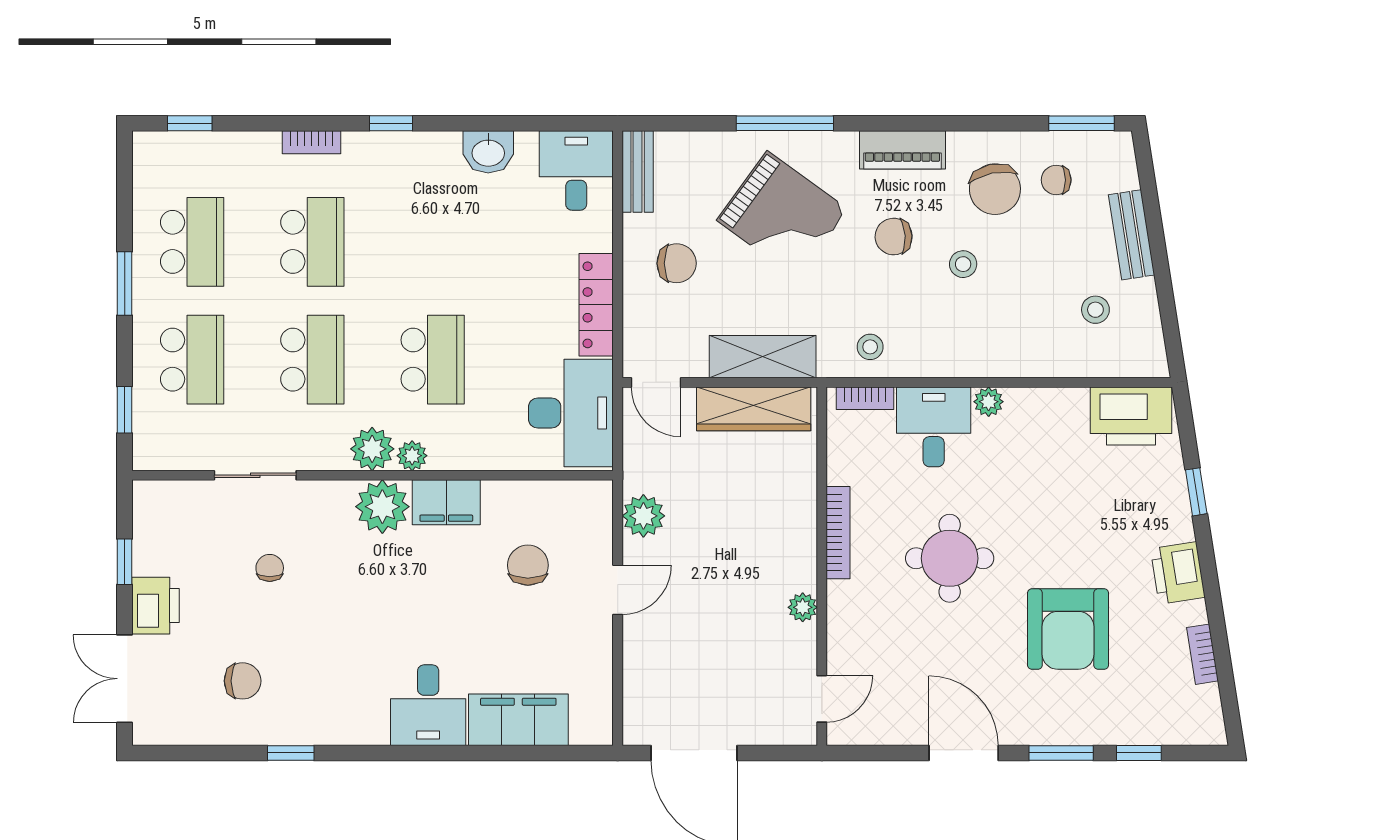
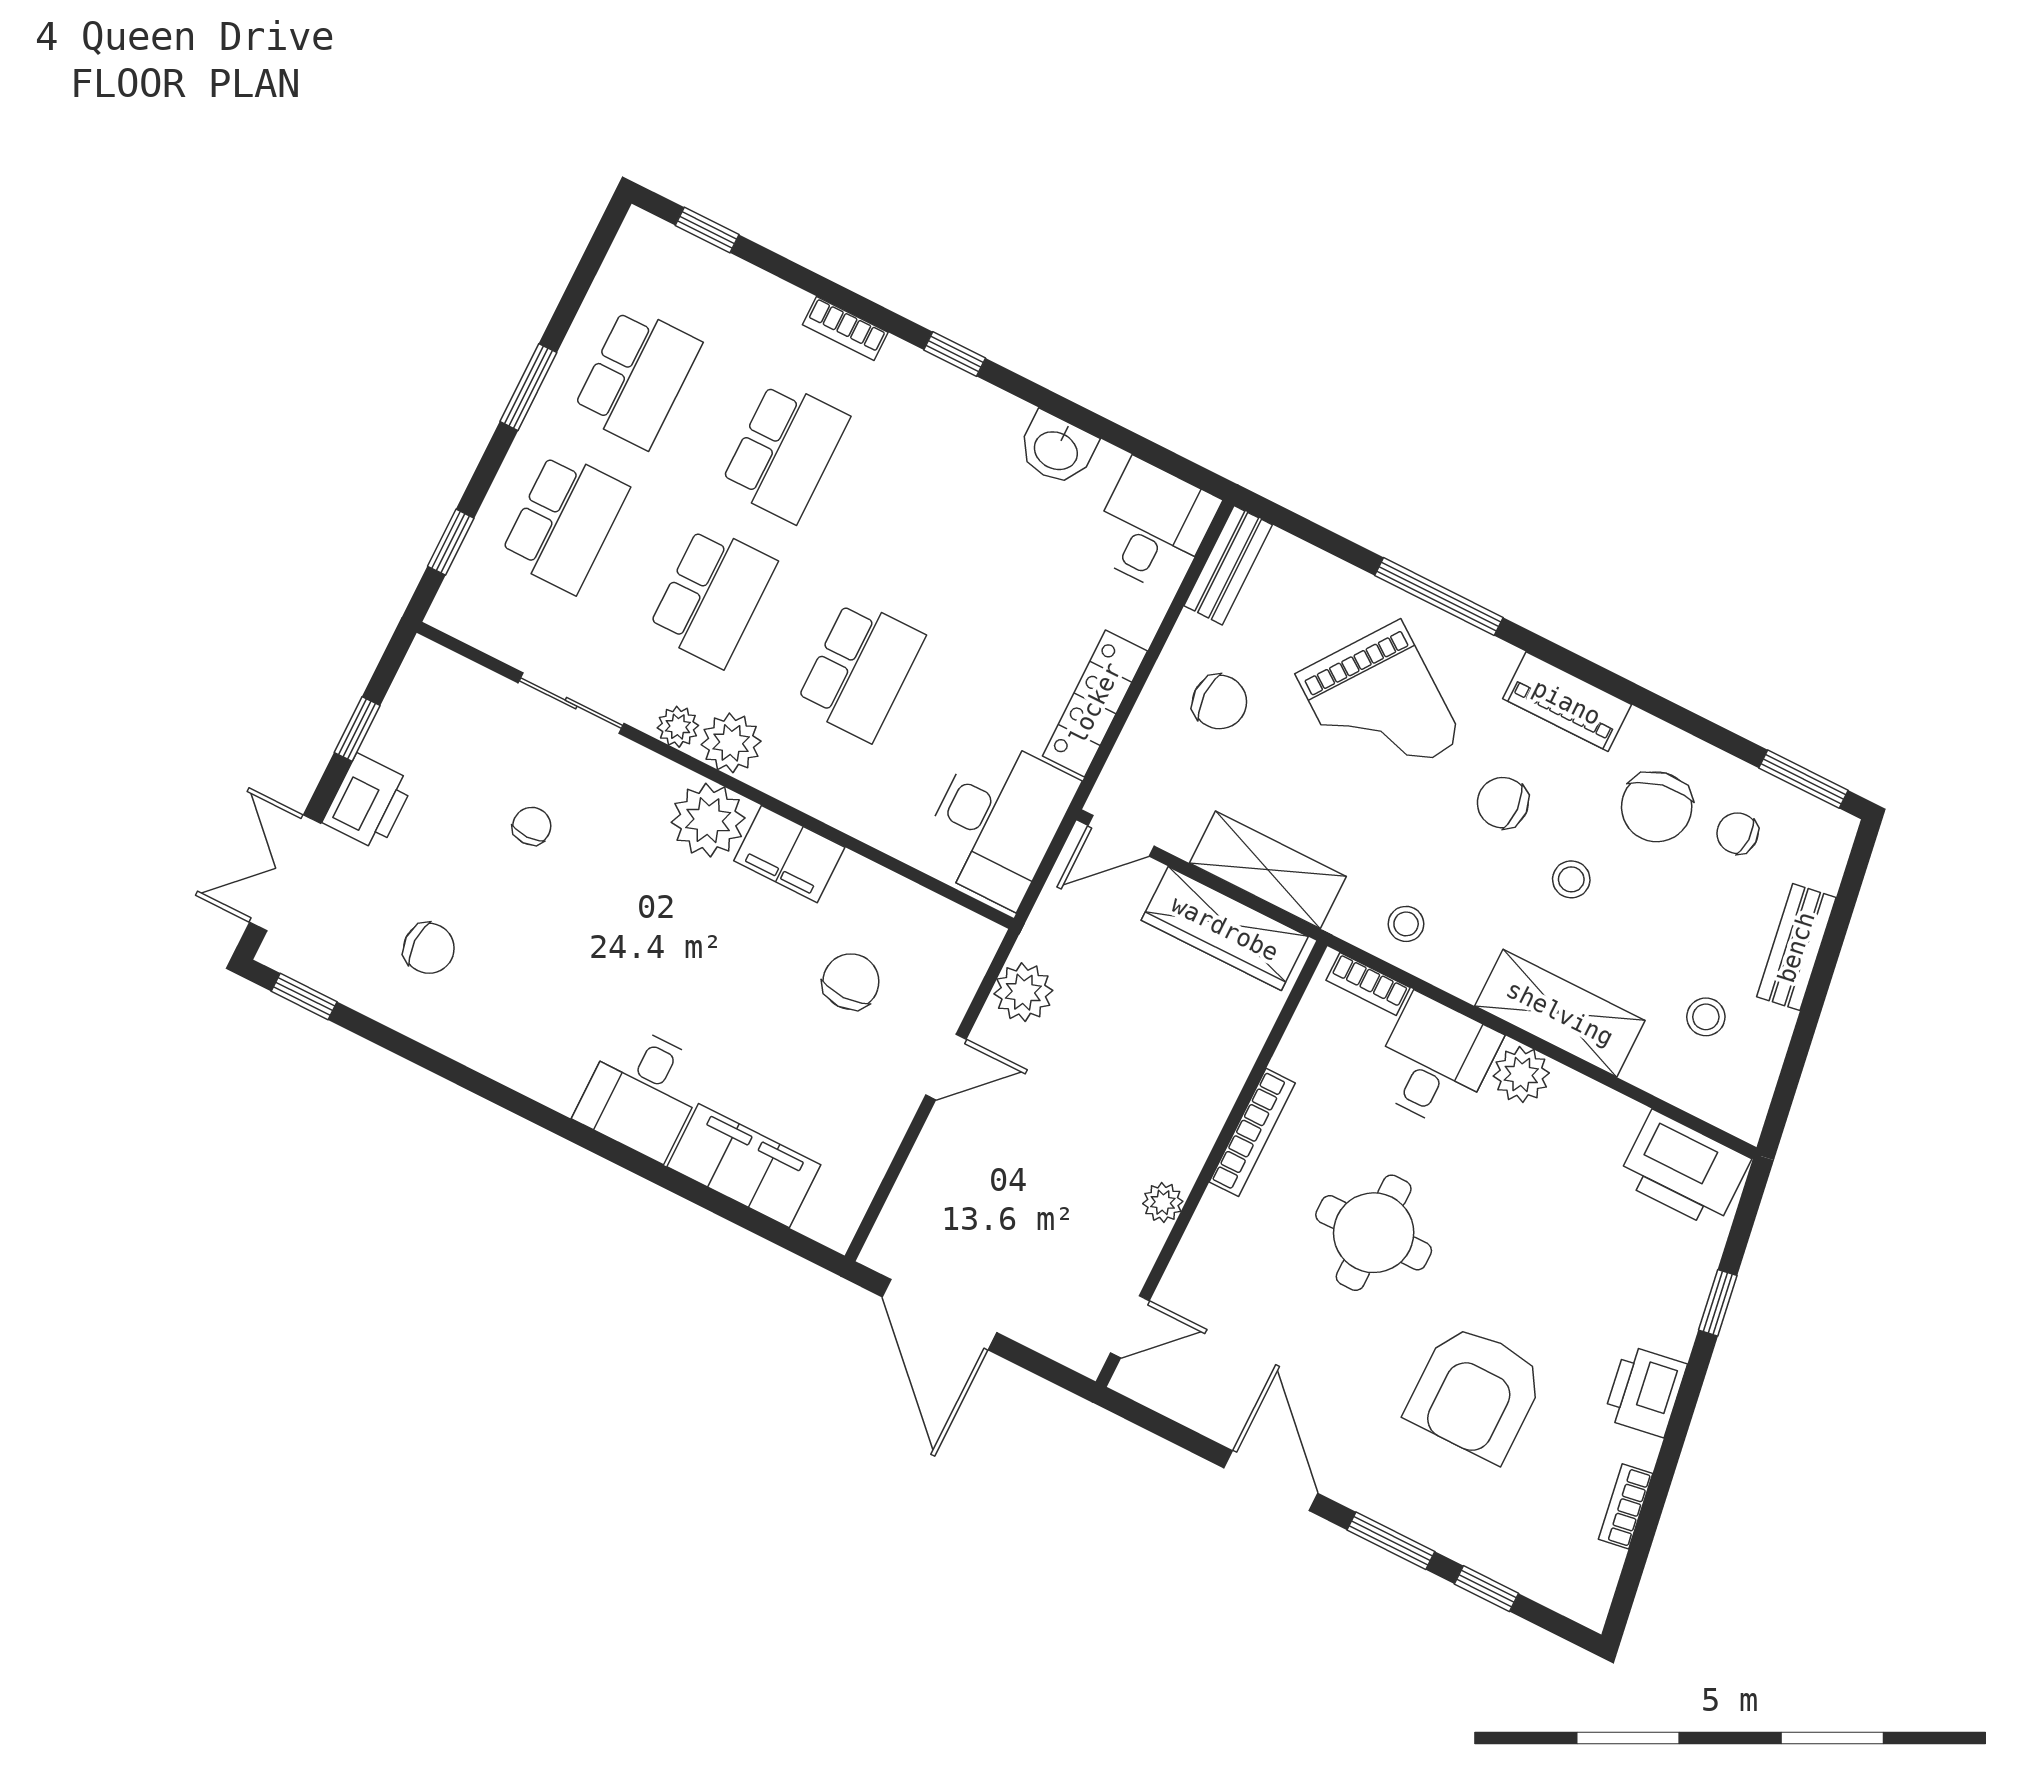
shelving: (999, 355) -> (1560, 1013), added
door: (656, 382) -> (1121, 836), hinge flipped
plant: (989, 402) -> (1521, 1075), width x1.38, depth x1.38
plant: (412, 456) -> (678, 727), moved
window: (291, 753) -> (304, 996), moved

